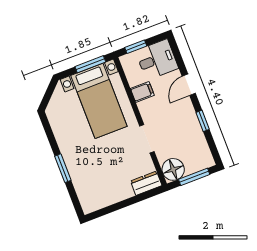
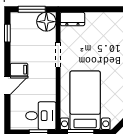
desk: (157, 60) -> (41, 116), moved, turned 180
filing cabinet: (142, 92) -> (19, 70), moved, turned 180
window: (203, 121) -> (7, 33), moved

